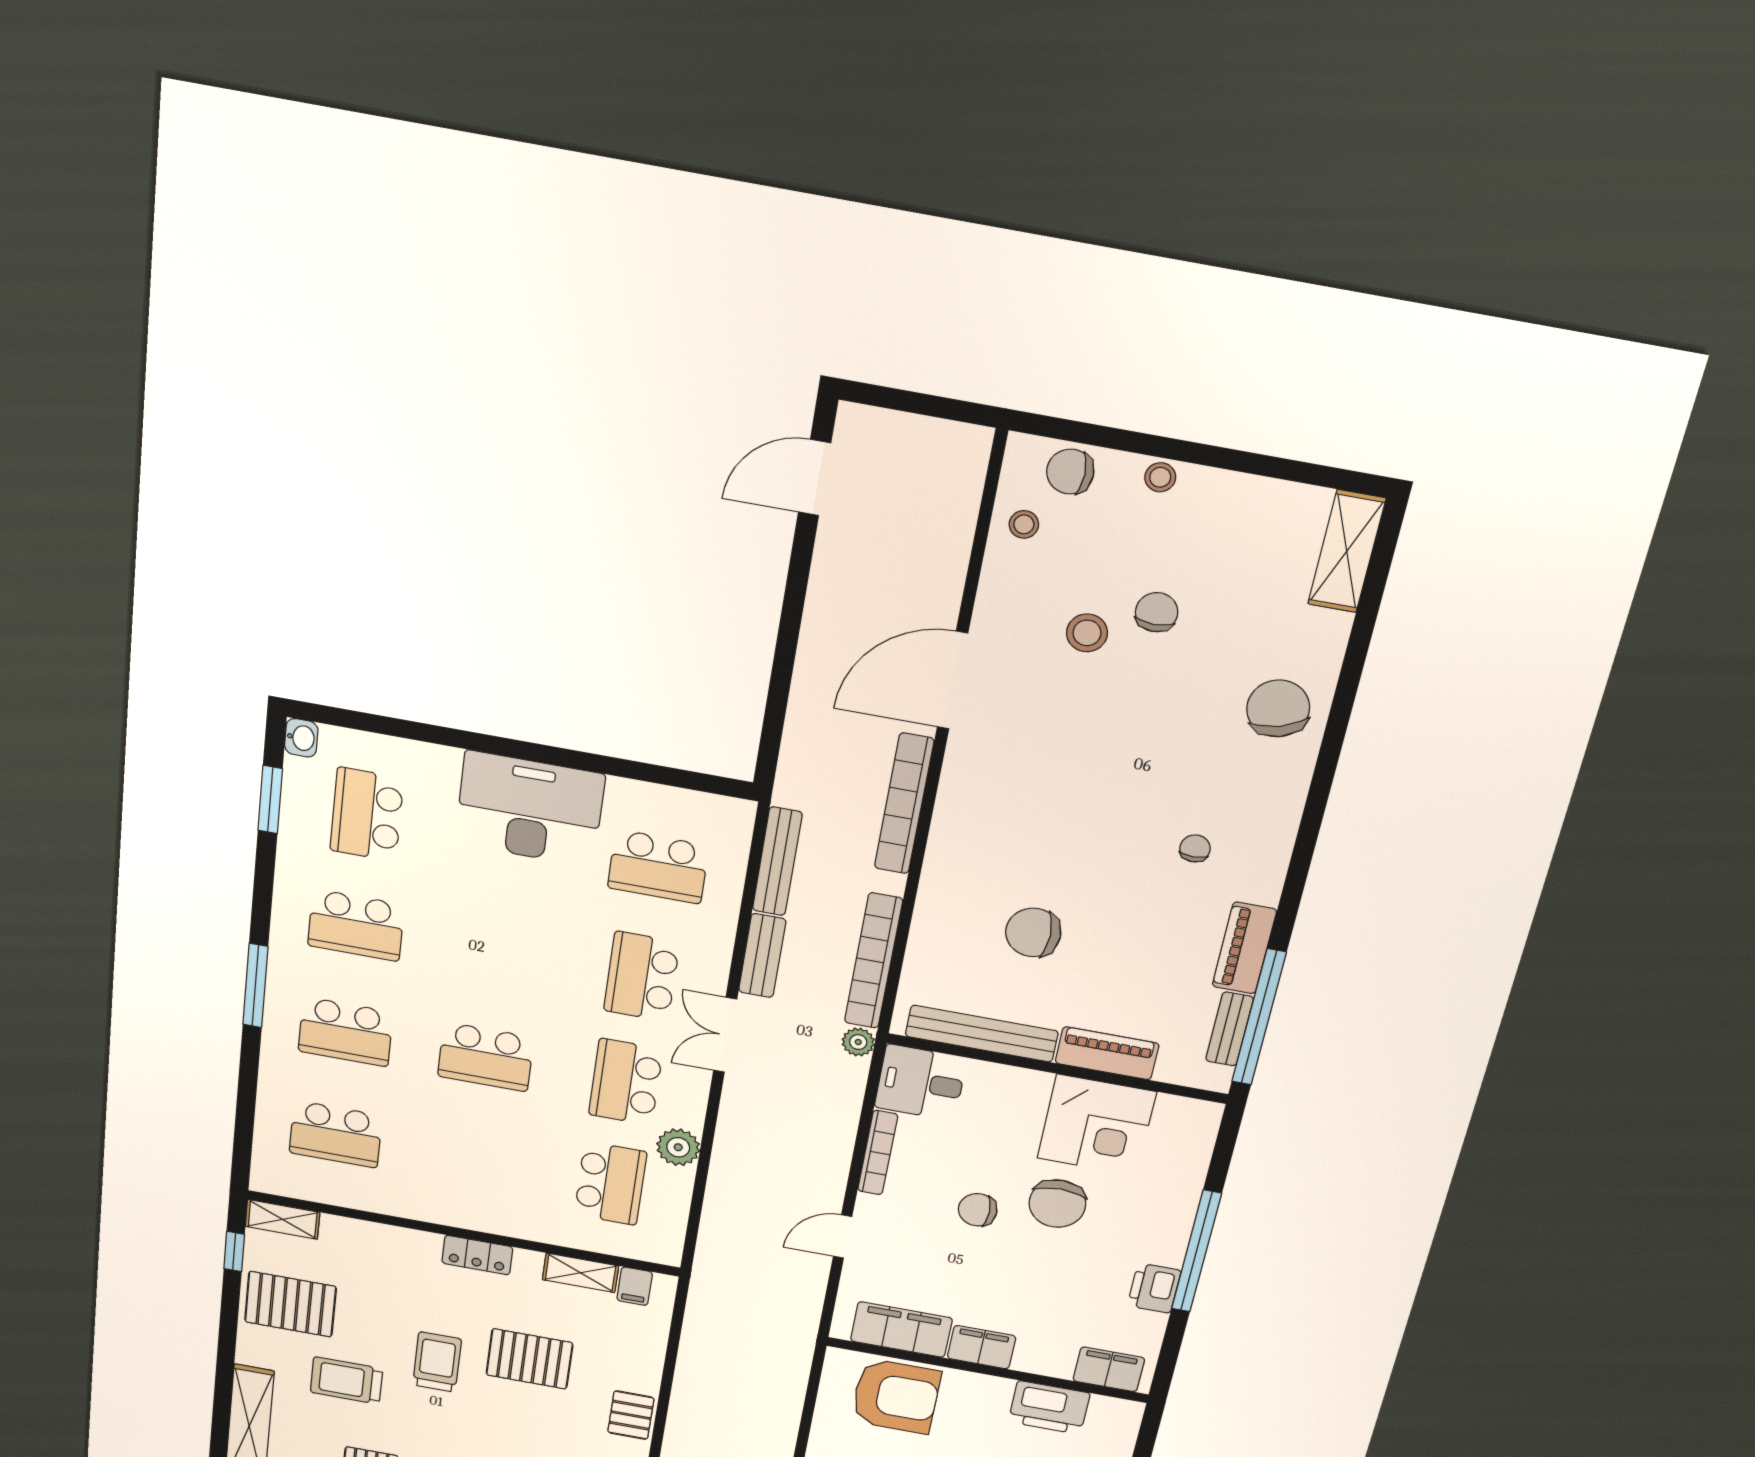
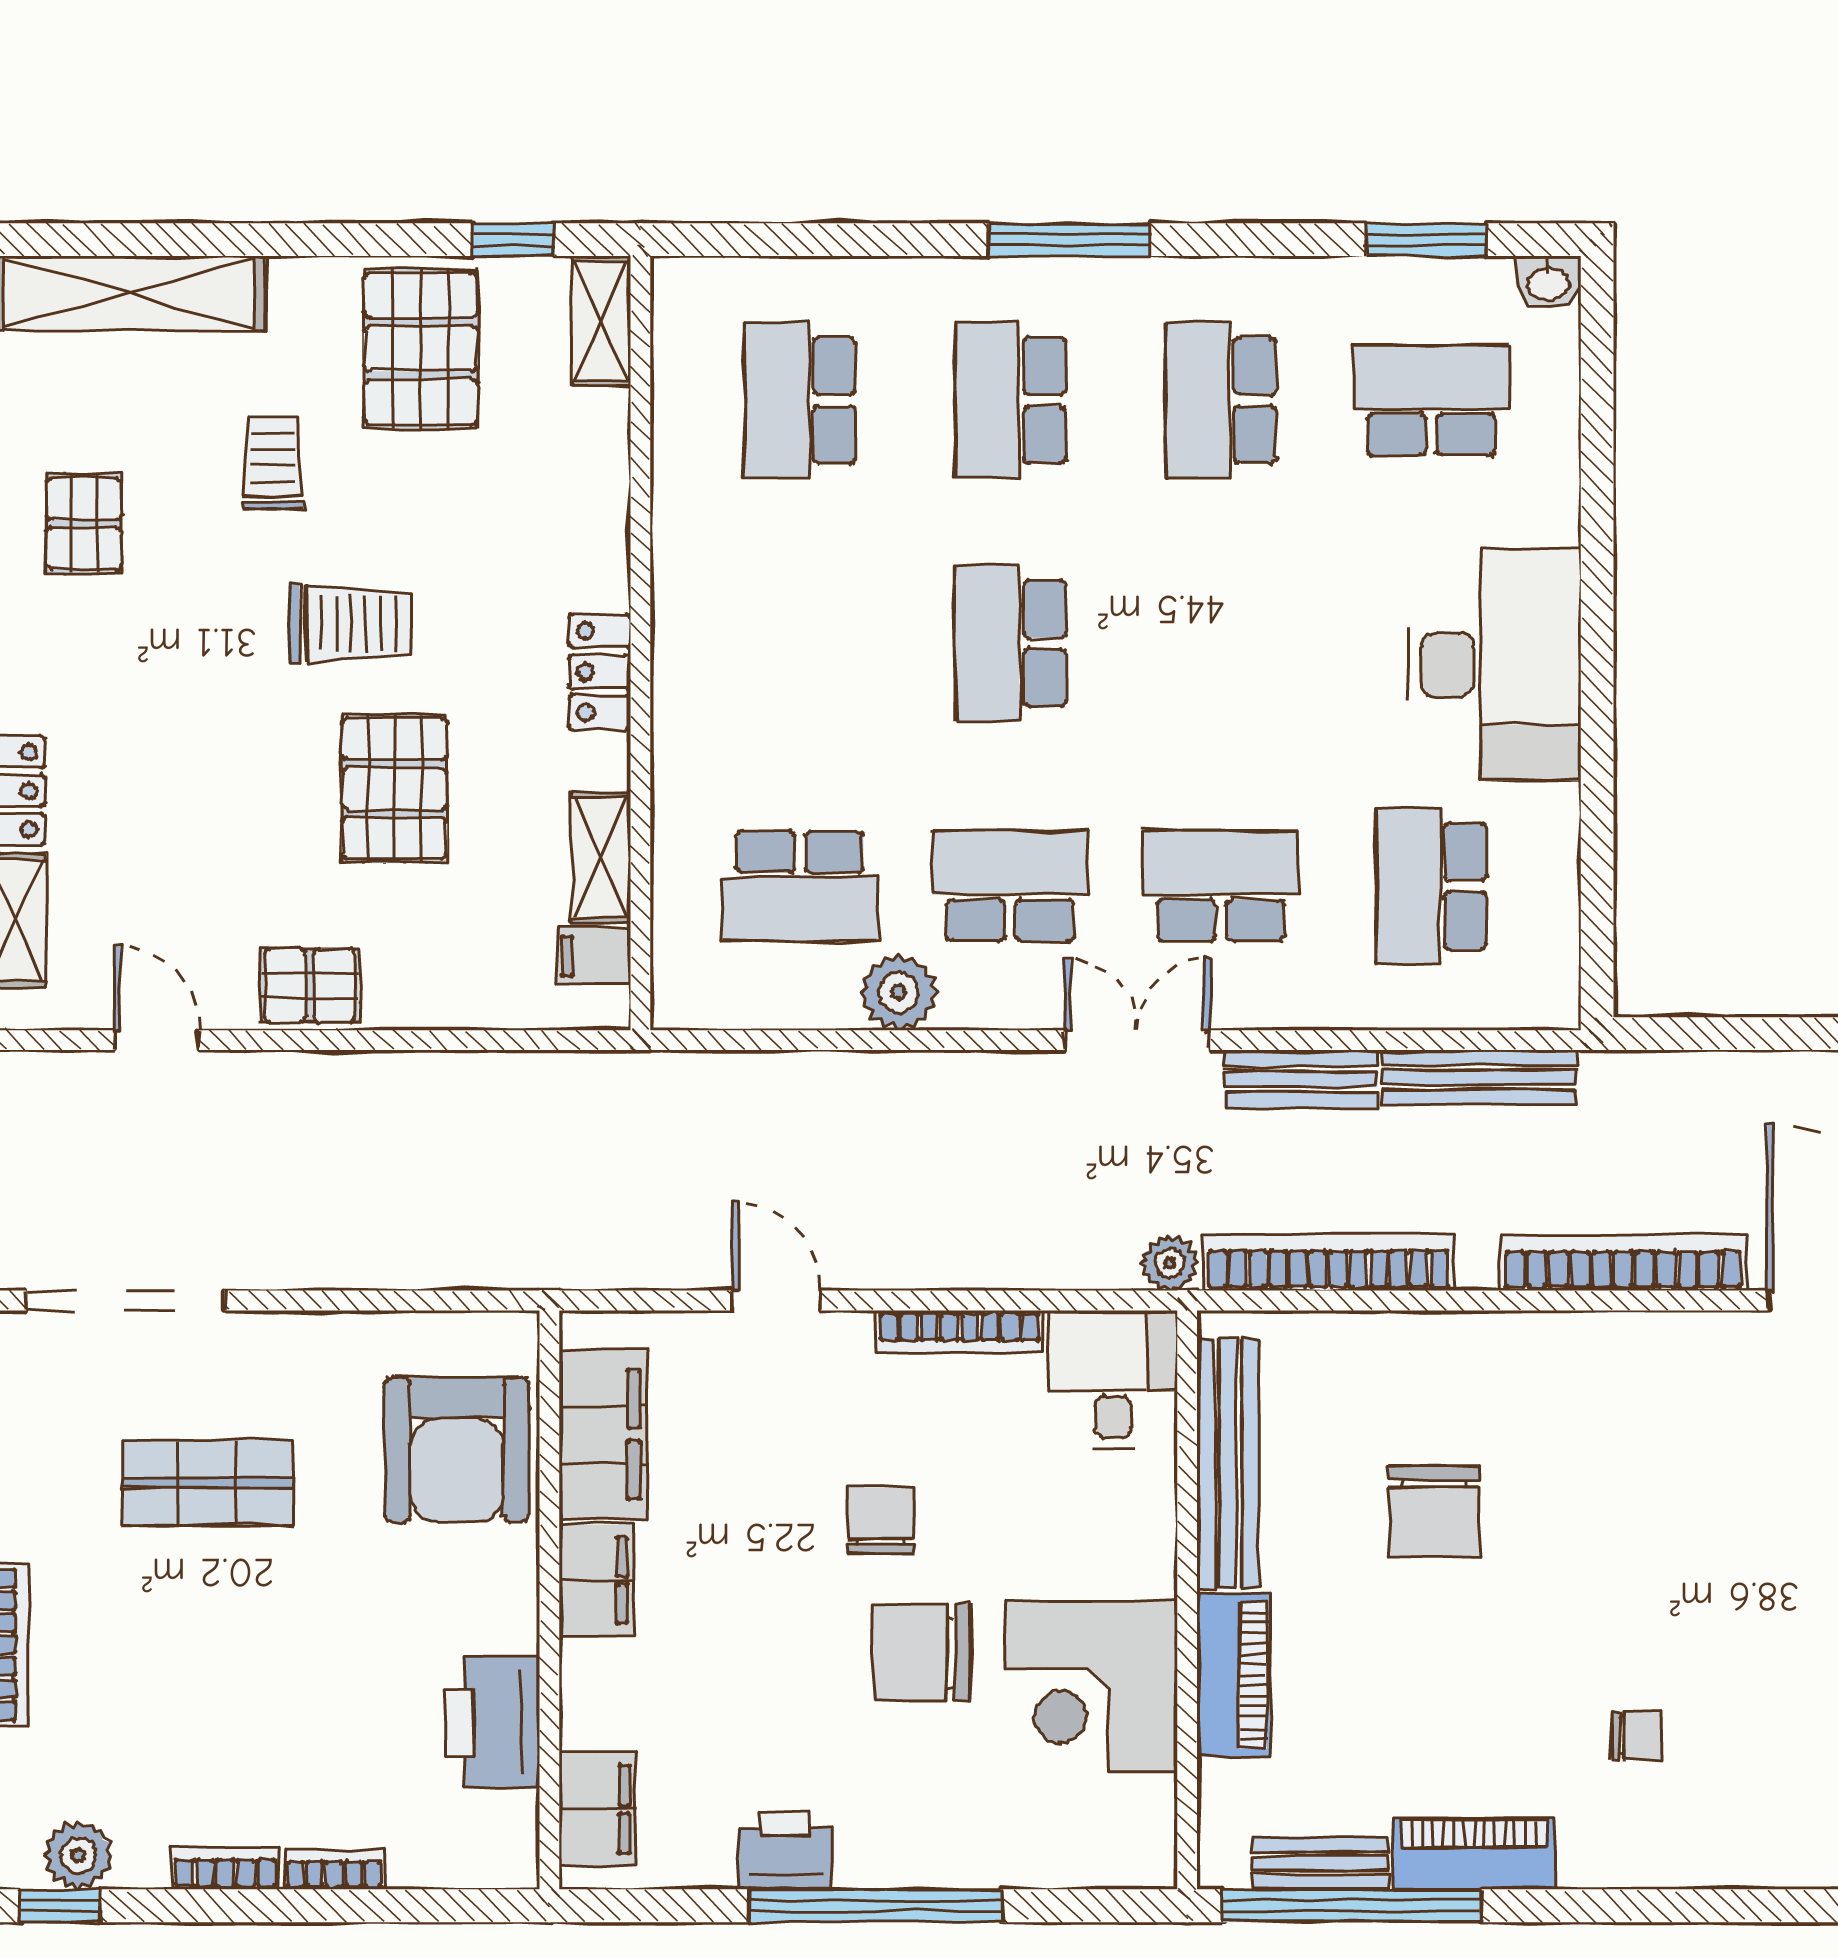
chair: (1033, 932) -> (1434, 1511), turned 180
trolley: (346, 1381) -> (273, 464), width x0.73, depth x0.72

